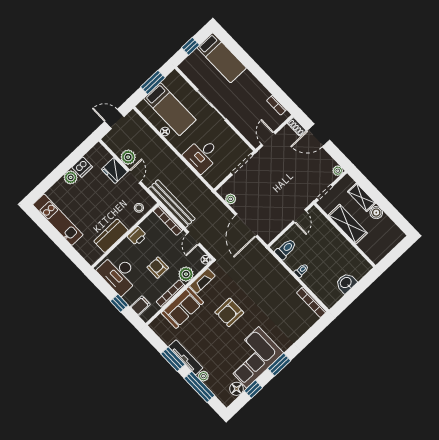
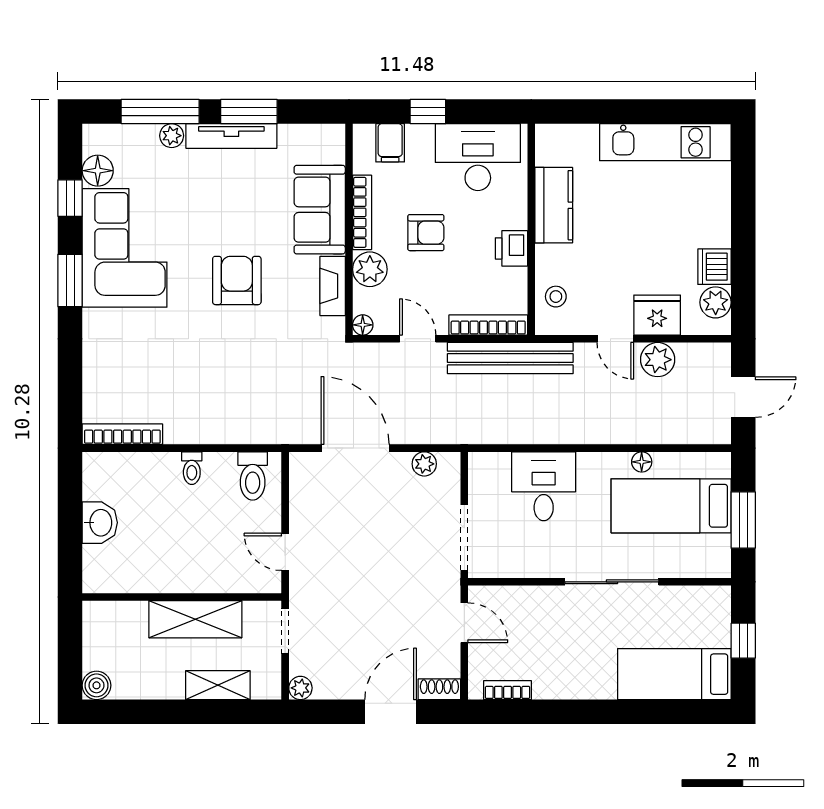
plant: (71, 177) -> (716, 302), moved
boiler: (376, 213) -> (96, 685), moved

